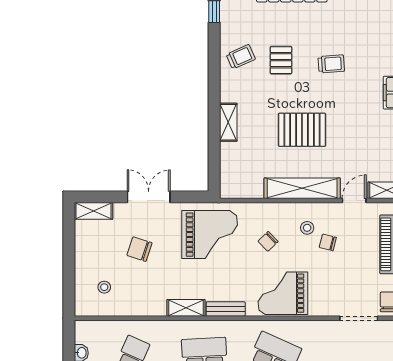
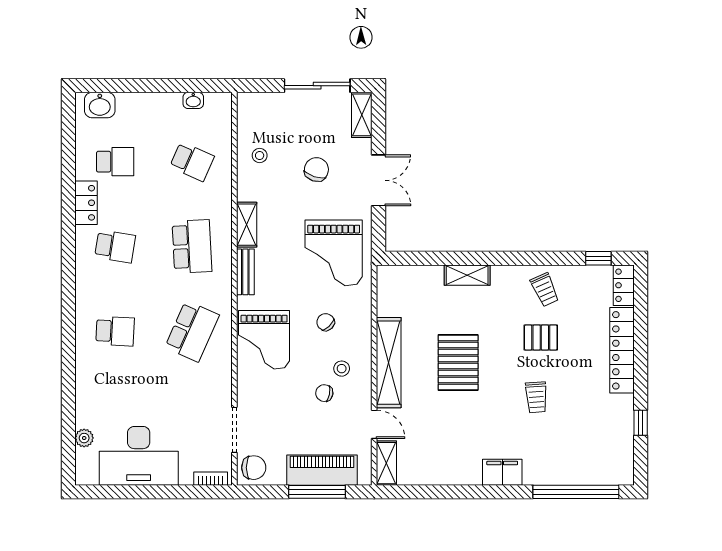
chair: (328, 242) -> (324, 393), turned -93
sliding door: (69, 248) -> (317, 86), added
stool: (104, 287) -> (260, 155), moved
grand piano: (283, 293) -> (264, 340), turned 180

